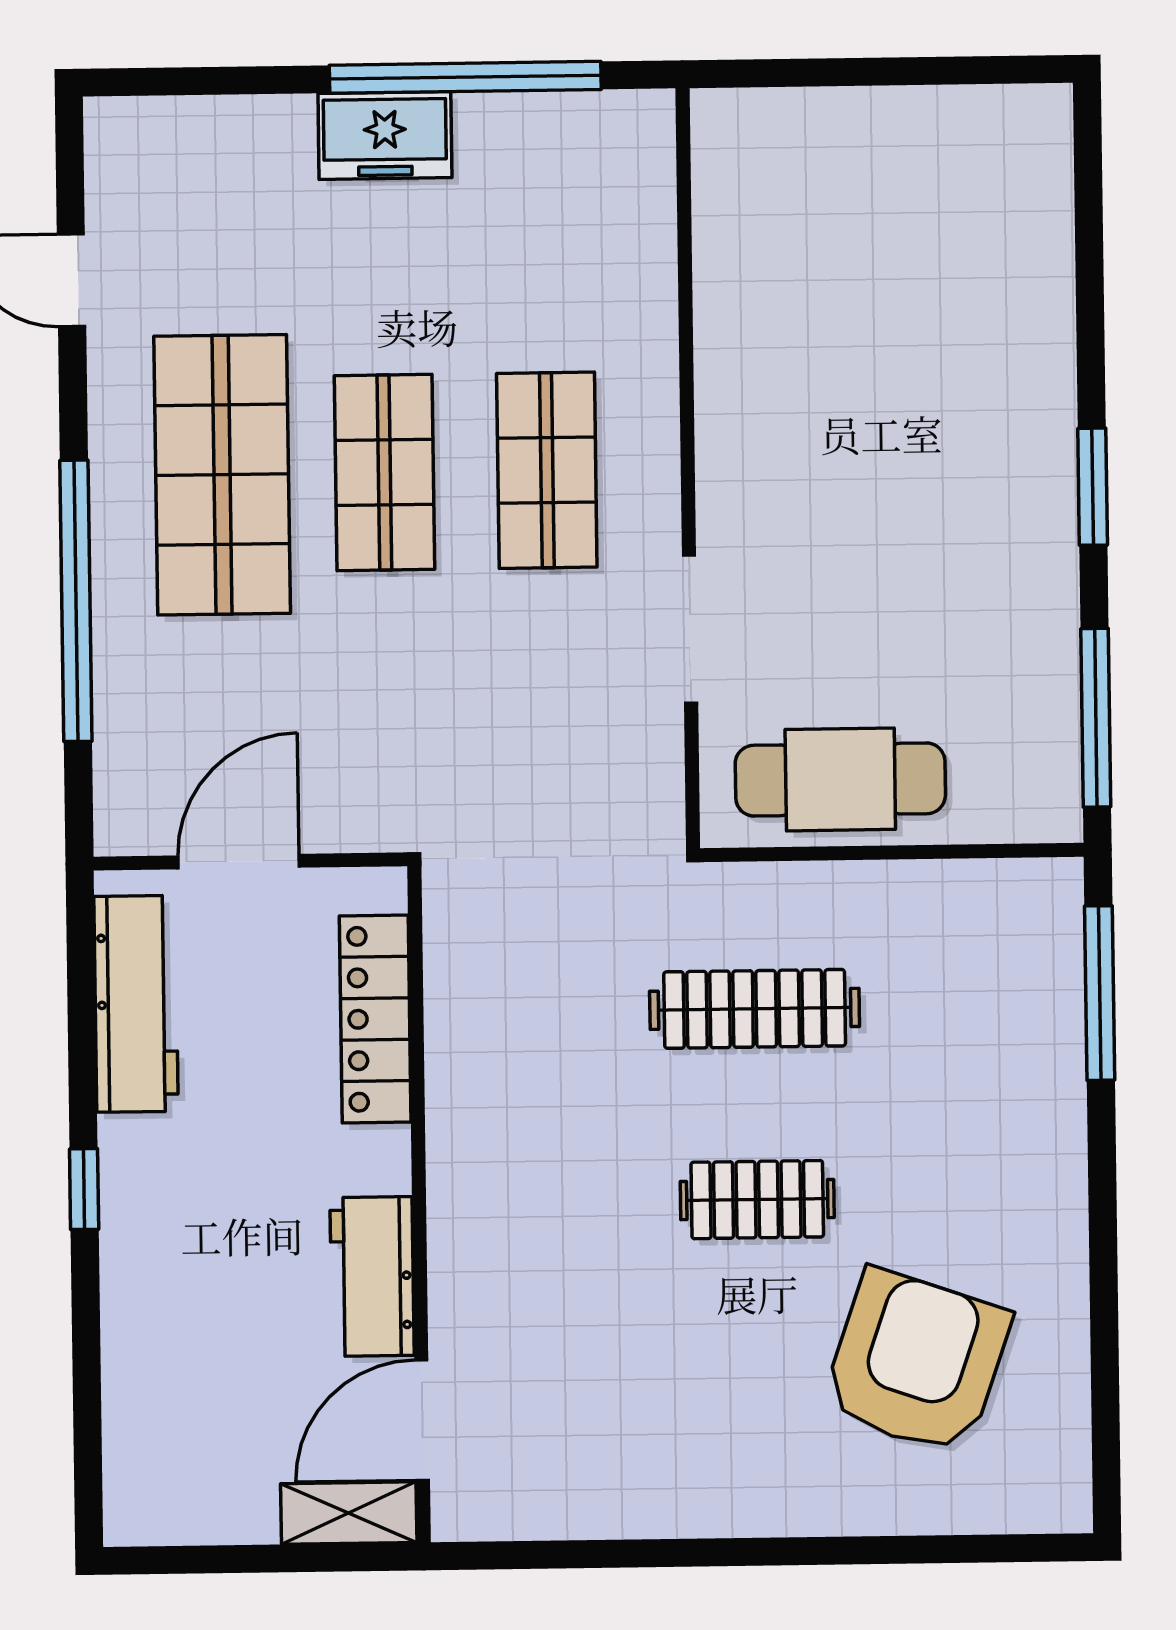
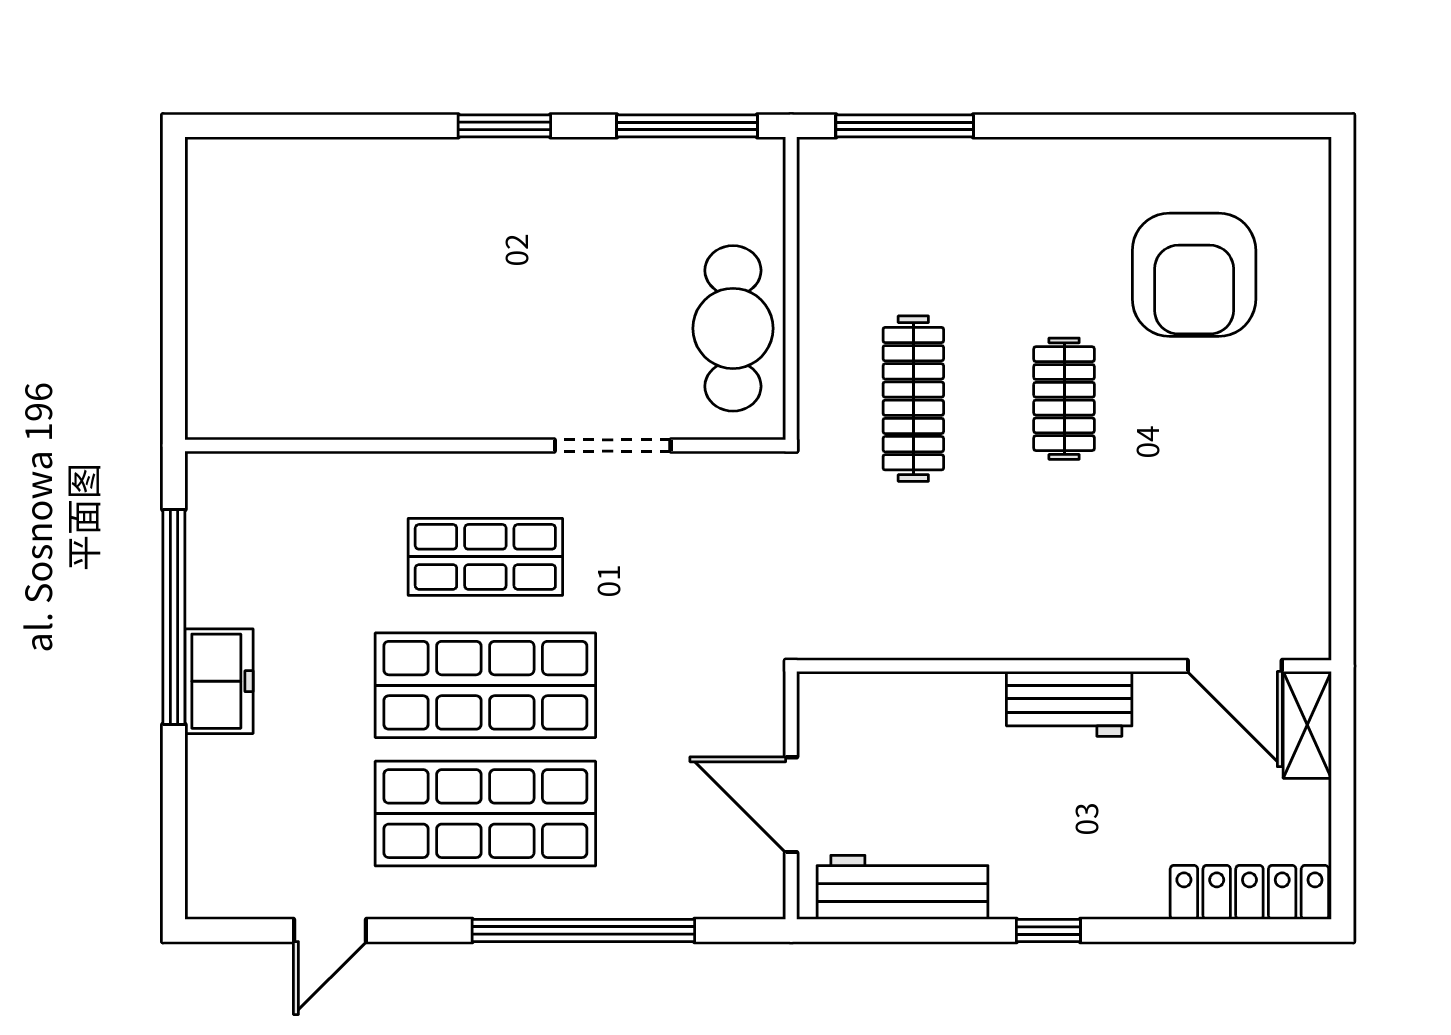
shop shelf: (384, 473) -> (485, 685), width x1.43, depth x1.36
locker: (375, 1019) -> (1249, 892), moved, turned 180
workbench: (372, 1276) -> (1069, 704), moved
armchair: (916, 1362) -> (1194, 275), turned -109

